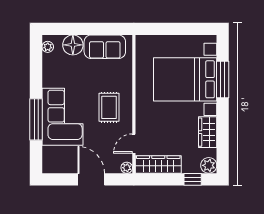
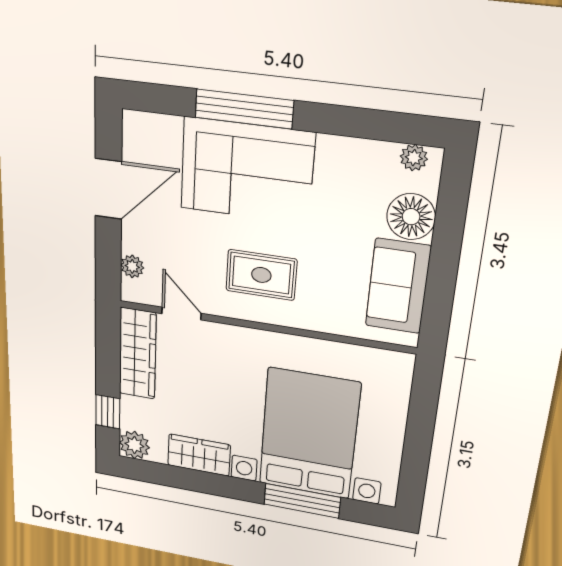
plant: (127, 168) -> (132, 266), moved
door: (91, 179) -> (108, 189), moved

